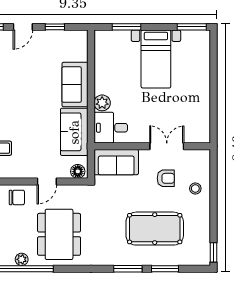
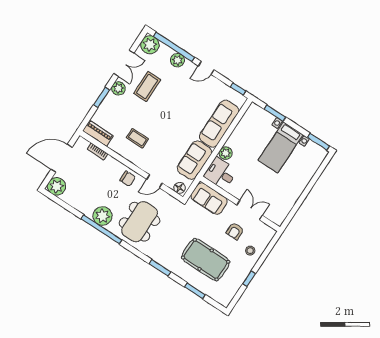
window: (55, 27) -> (238, 89), moved
sofa: (75, 85) -> (219, 124), width x1.36
armchair: (166, 178) -> (235, 231), turned 90
window: (213, 252) -> (249, 279), moved
plant: (22, 259) -> (102, 216), width x1.87, depth x1.87
window: (128, 269) -> (160, 268), moved

